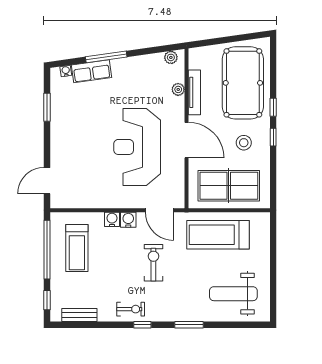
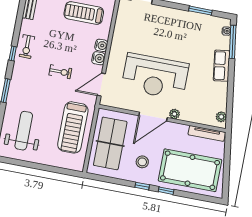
window: (106, 57) -> (233, 42), moved
row of seats: (92, 71) -> (222, 66), moved
plant: (178, 89) -> (174, 114), moved
tv unit: (194, 92) -> (207, 133), moved
reception desk: (137, 147) -> (155, 76), turned 180
treadmill: (218, 235) -> (73, 127), turned 180
exercise bike: (153, 263) -> (60, 72), width x0.73, depth x0.72

